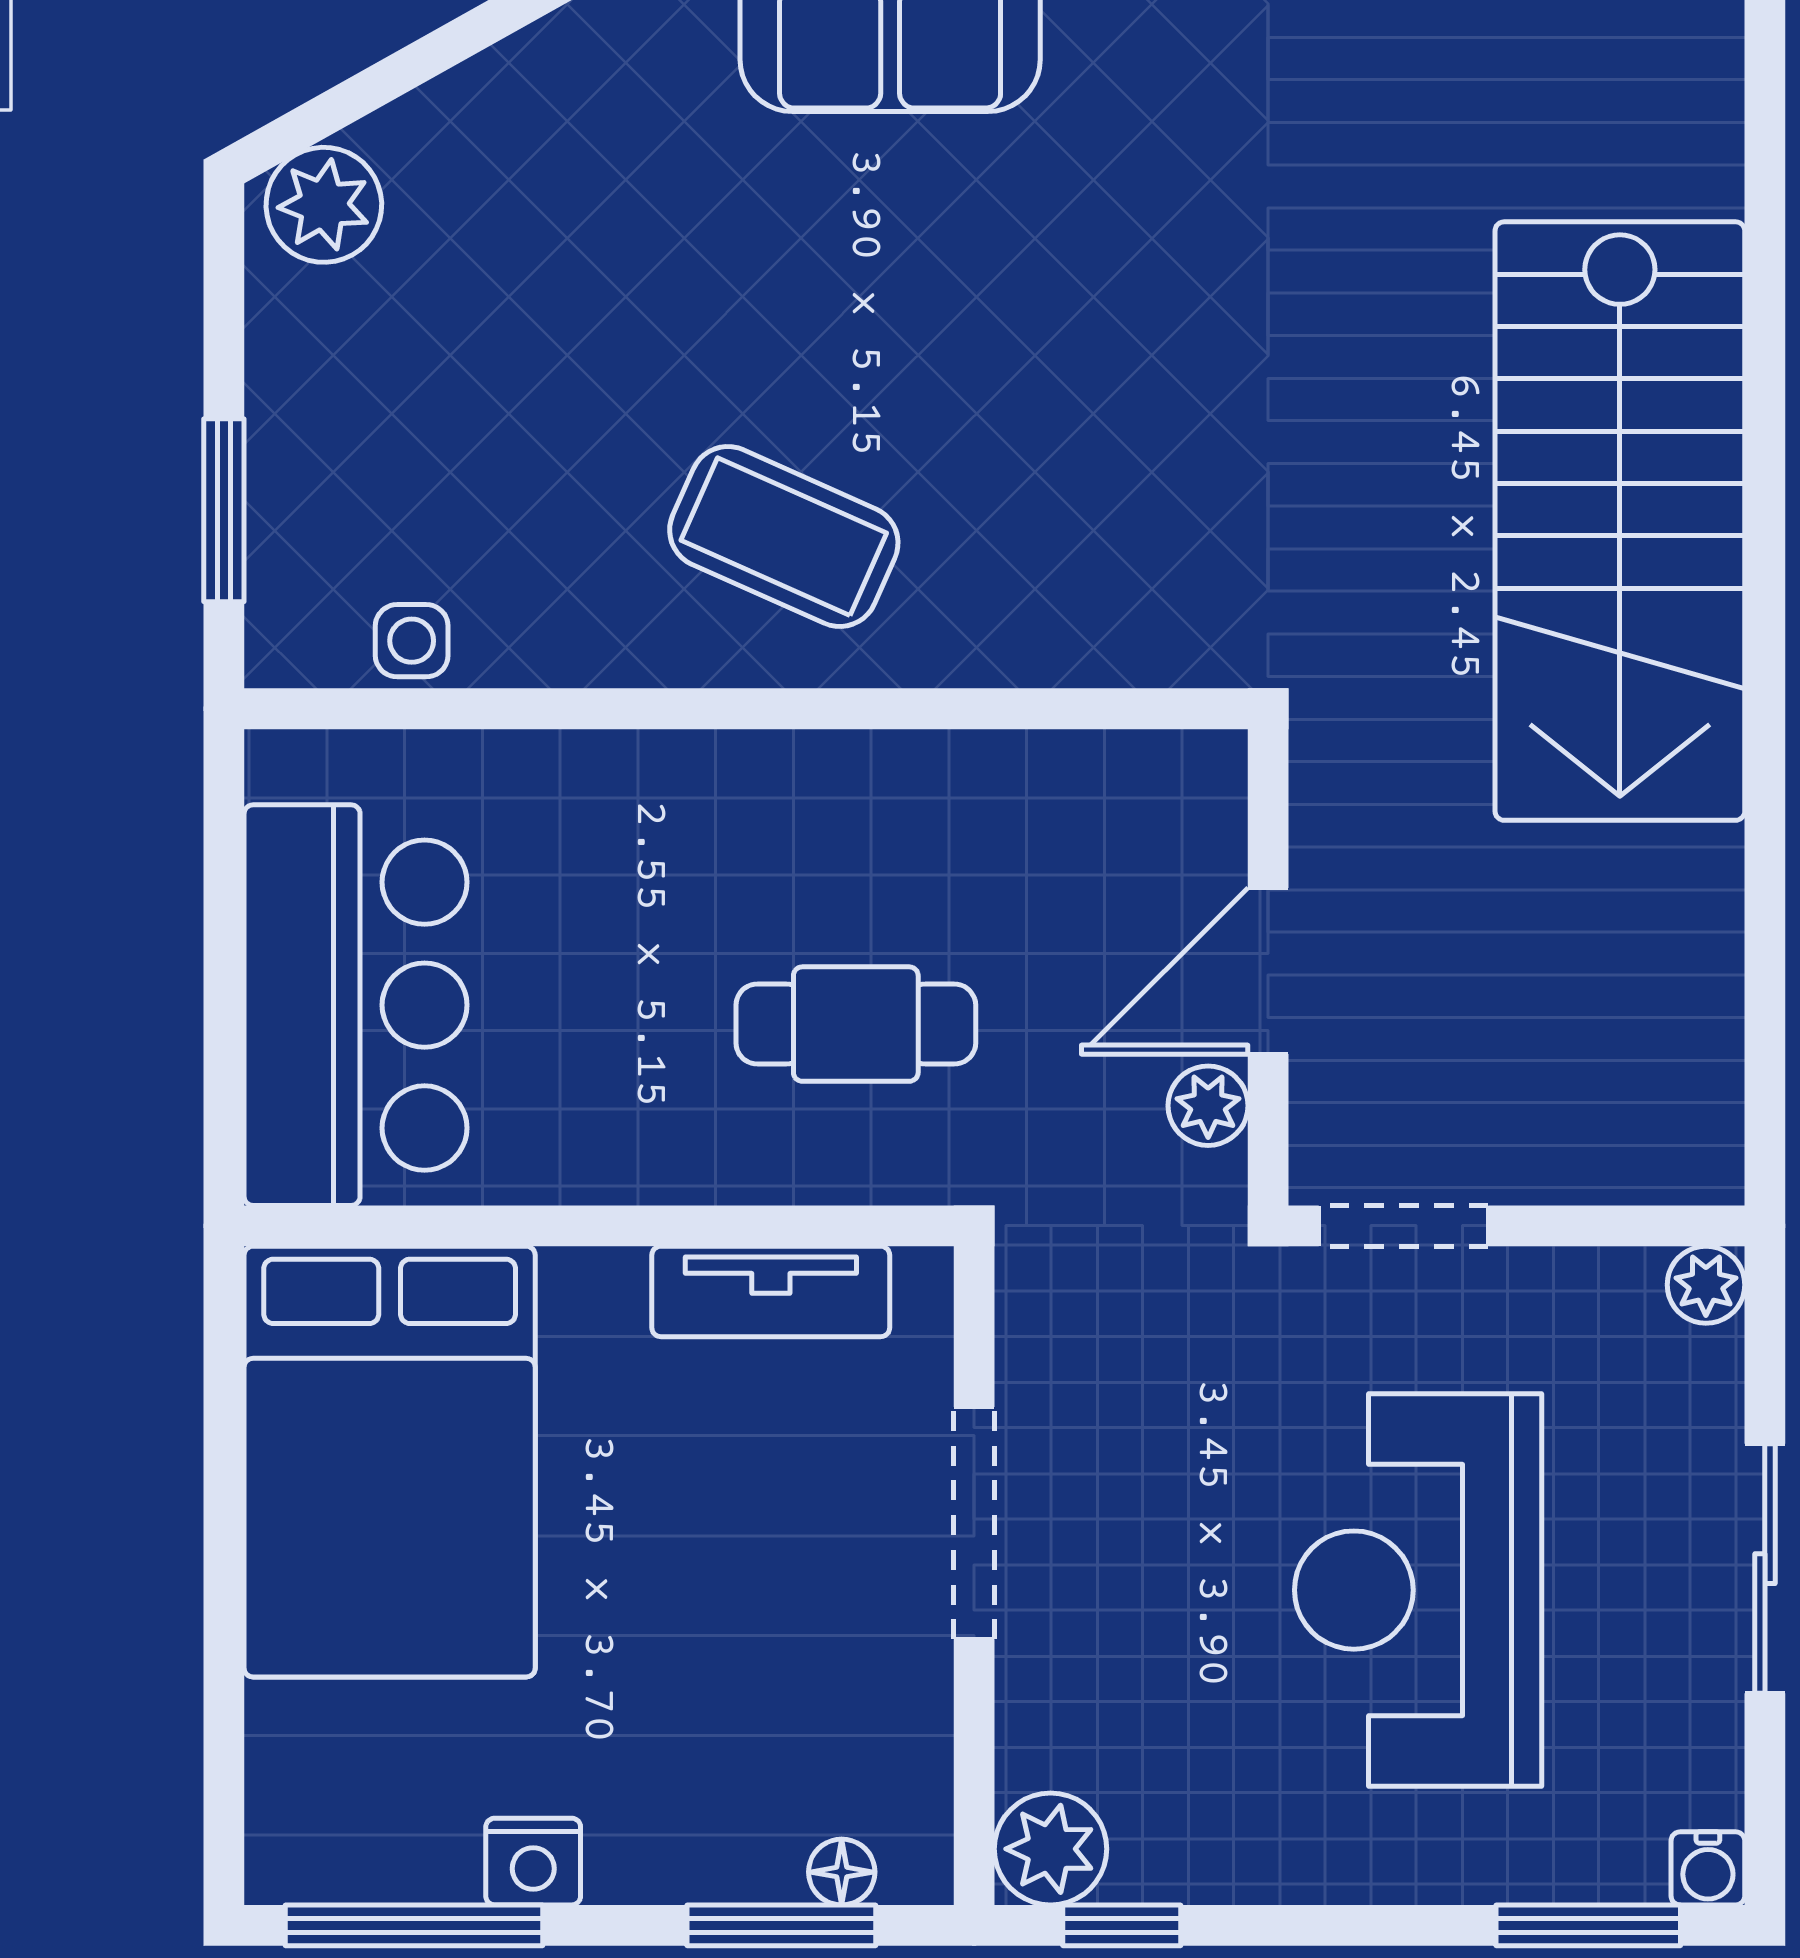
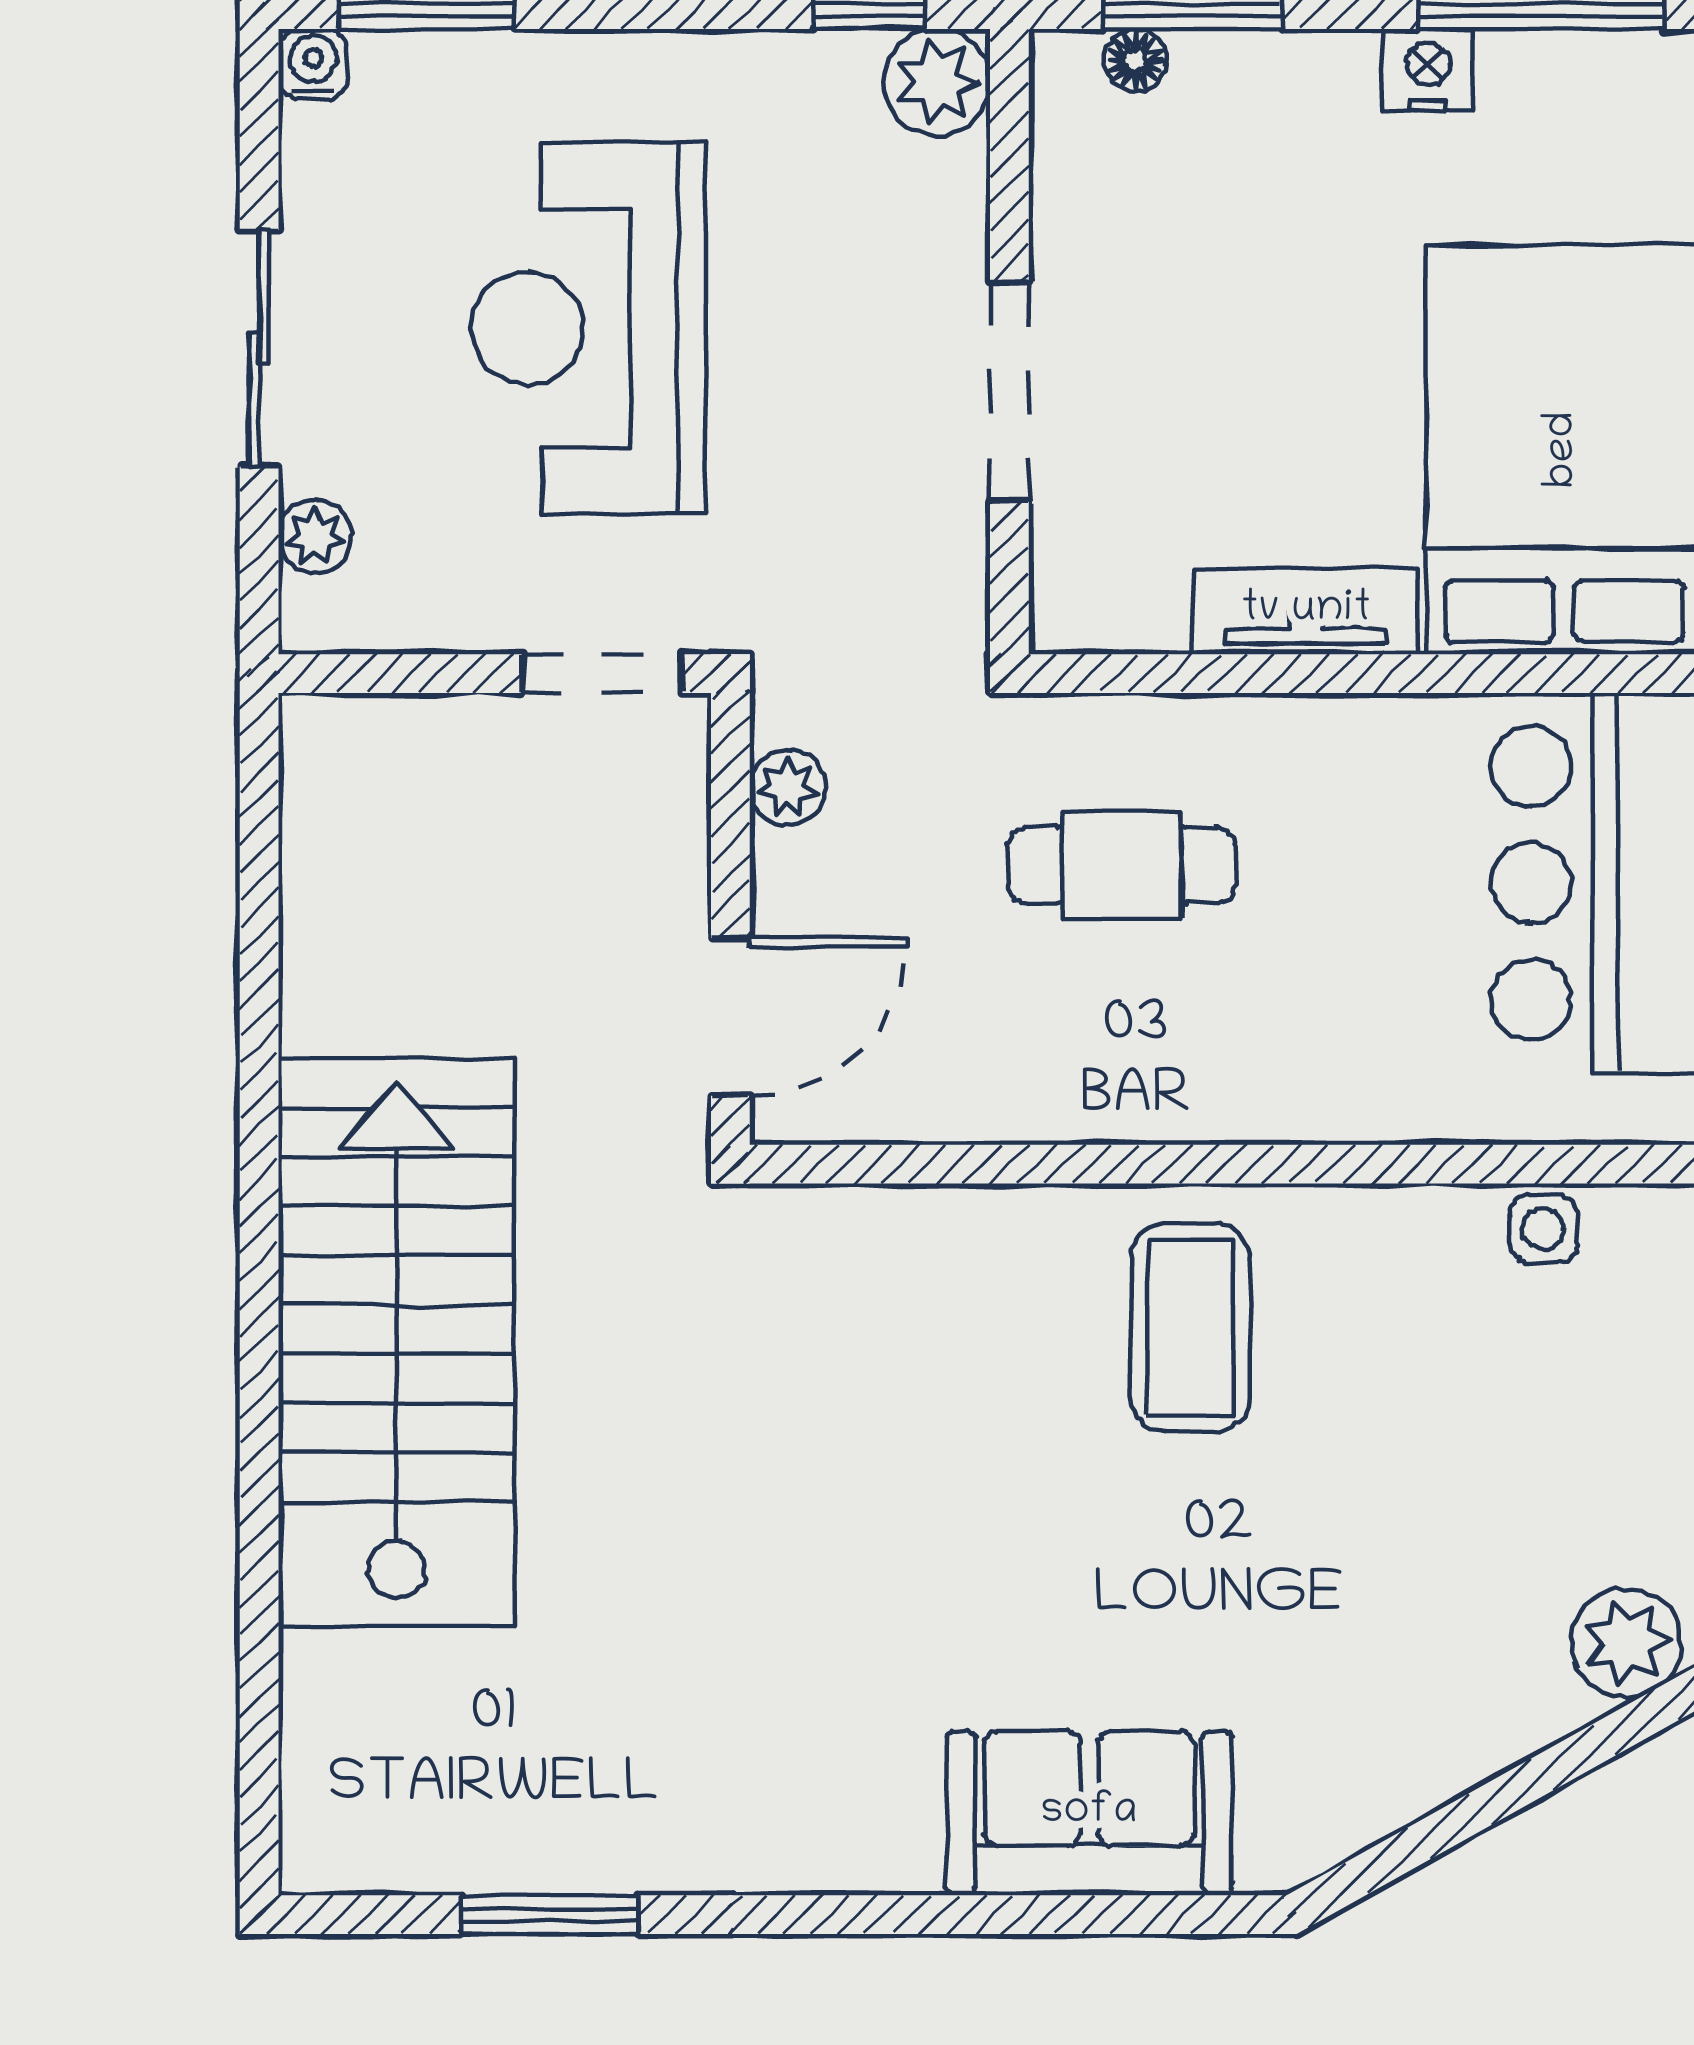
coffee table: (784, 537) -> (1190, 1328), turned 66
door: (1268, 971) -> (730, 1017), moved
plant: (1706, 1285) -> (315, 536), moved
tv unit: (771, 1291) -> (1306, 611), moved
reception desk: (1418, 1590) -> (588, 328), turned 180

